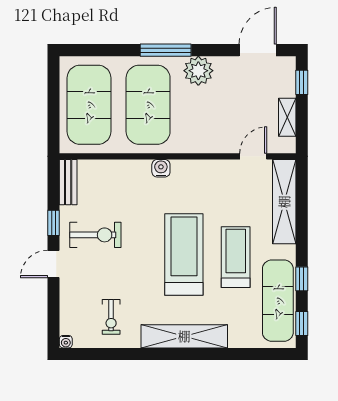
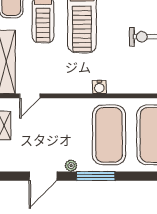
door: (258, 50) -> (43, 176), moved
plant: (198, 71) -> (71, 166), width x0.53, depth x0.53

